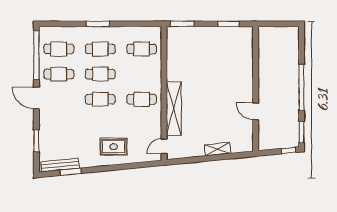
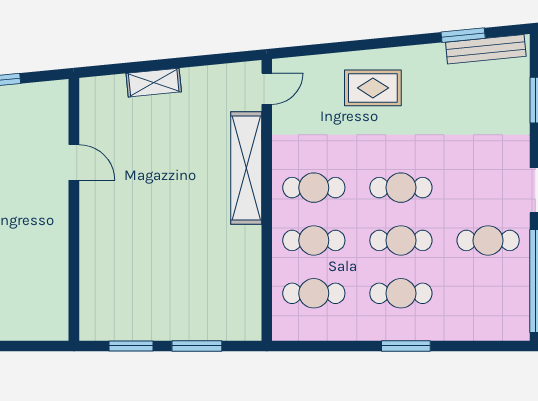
window: (182, 24) -> (197, 346), moved
cafe table: (59, 49) -> (314, 240), moved

